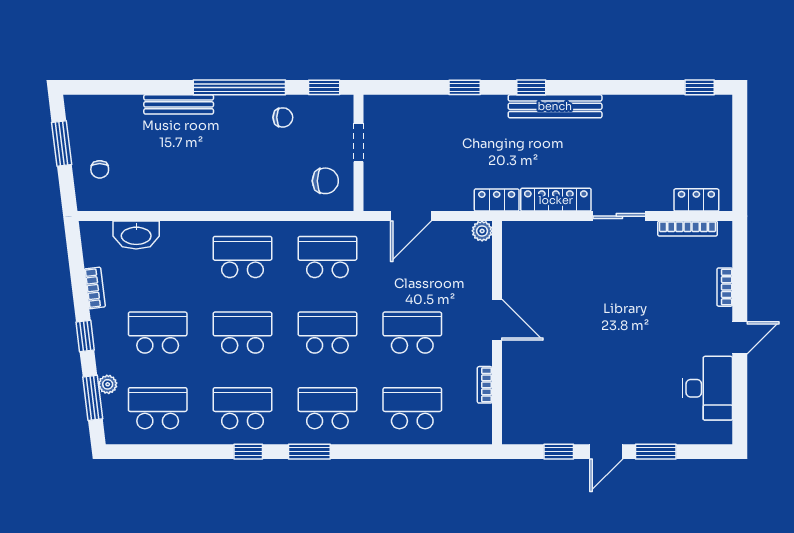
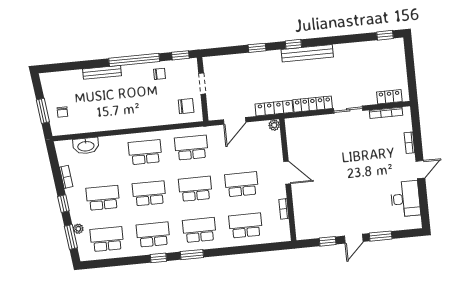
window: (62, 143) -> (43, 111), moved
locker: (497, 200) -> (274, 108), width x1.53

